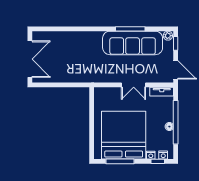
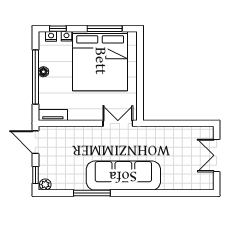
sofa: (133, 43) -> (123, 176), moved
double door: (30, 59) -> (217, 155), width x0.73
double door: (134, 85) -> (118, 123), moved

